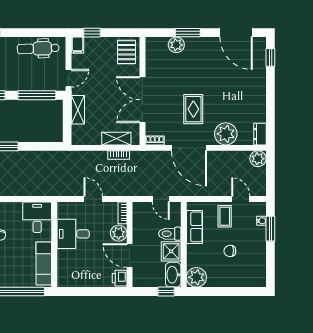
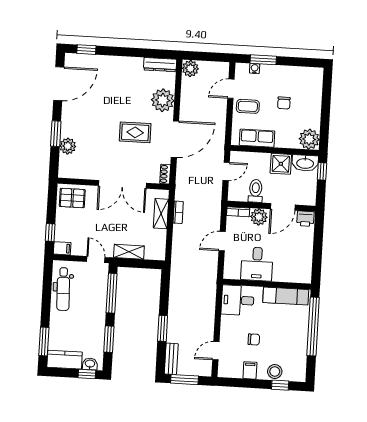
dresser: (260, 134) -> (160, 65), width x1.44
toilet: (170, 234) -> (256, 191), moved, turned 180

